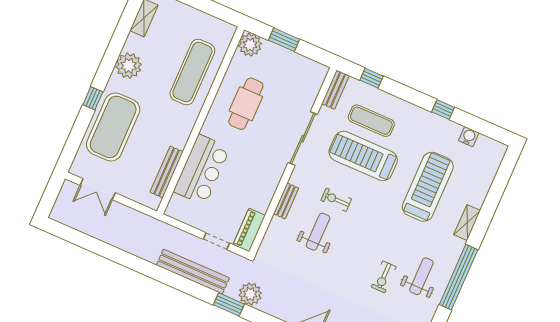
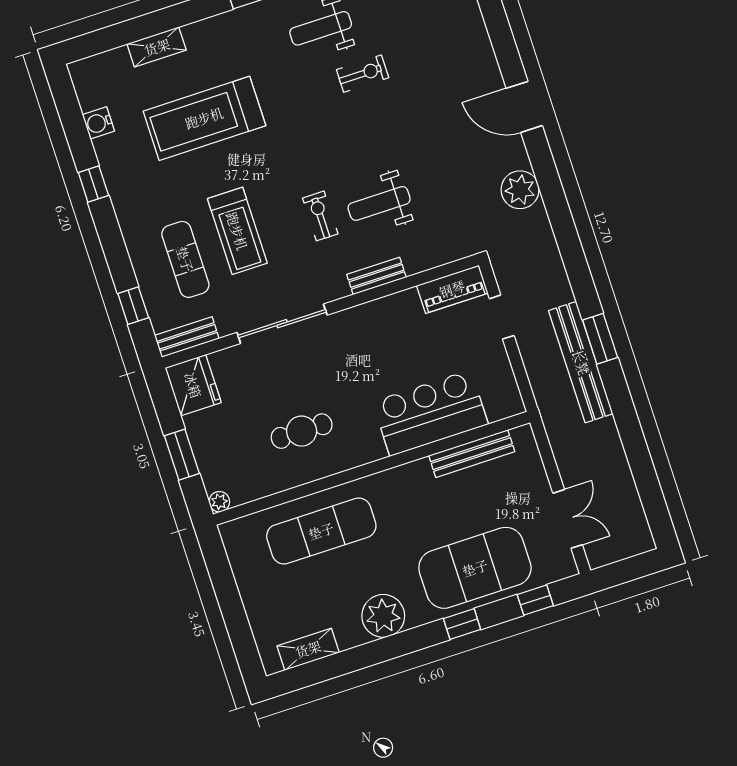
plant: (250, 45) -> (219, 502), width x0.53, depth x0.53
fridge: (311, 73) -> (193, 385), added
cafe table: (246, 104) -> (302, 431), width x0.73, depth x0.74
window: (74, 141) -> (535, 600), added
treadmill: (363, 156) -> (237, 231), width x0.73, depth x0.73
exercise bike: (336, 200) -> (320, 216), turned 180
shelving: (467, 223) -> (157, 47), moved
bench: (193, 272) -> (581, 362), moved
plant: (250, 294) -> (520, 190), moved
window: (229, 304) -> (600, 339), moved

